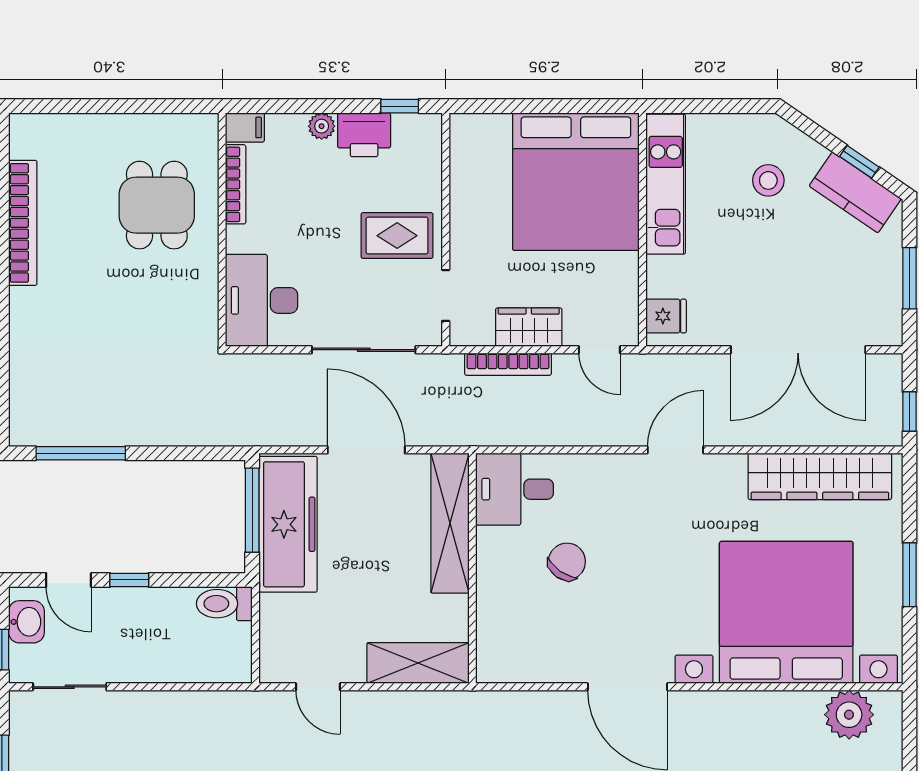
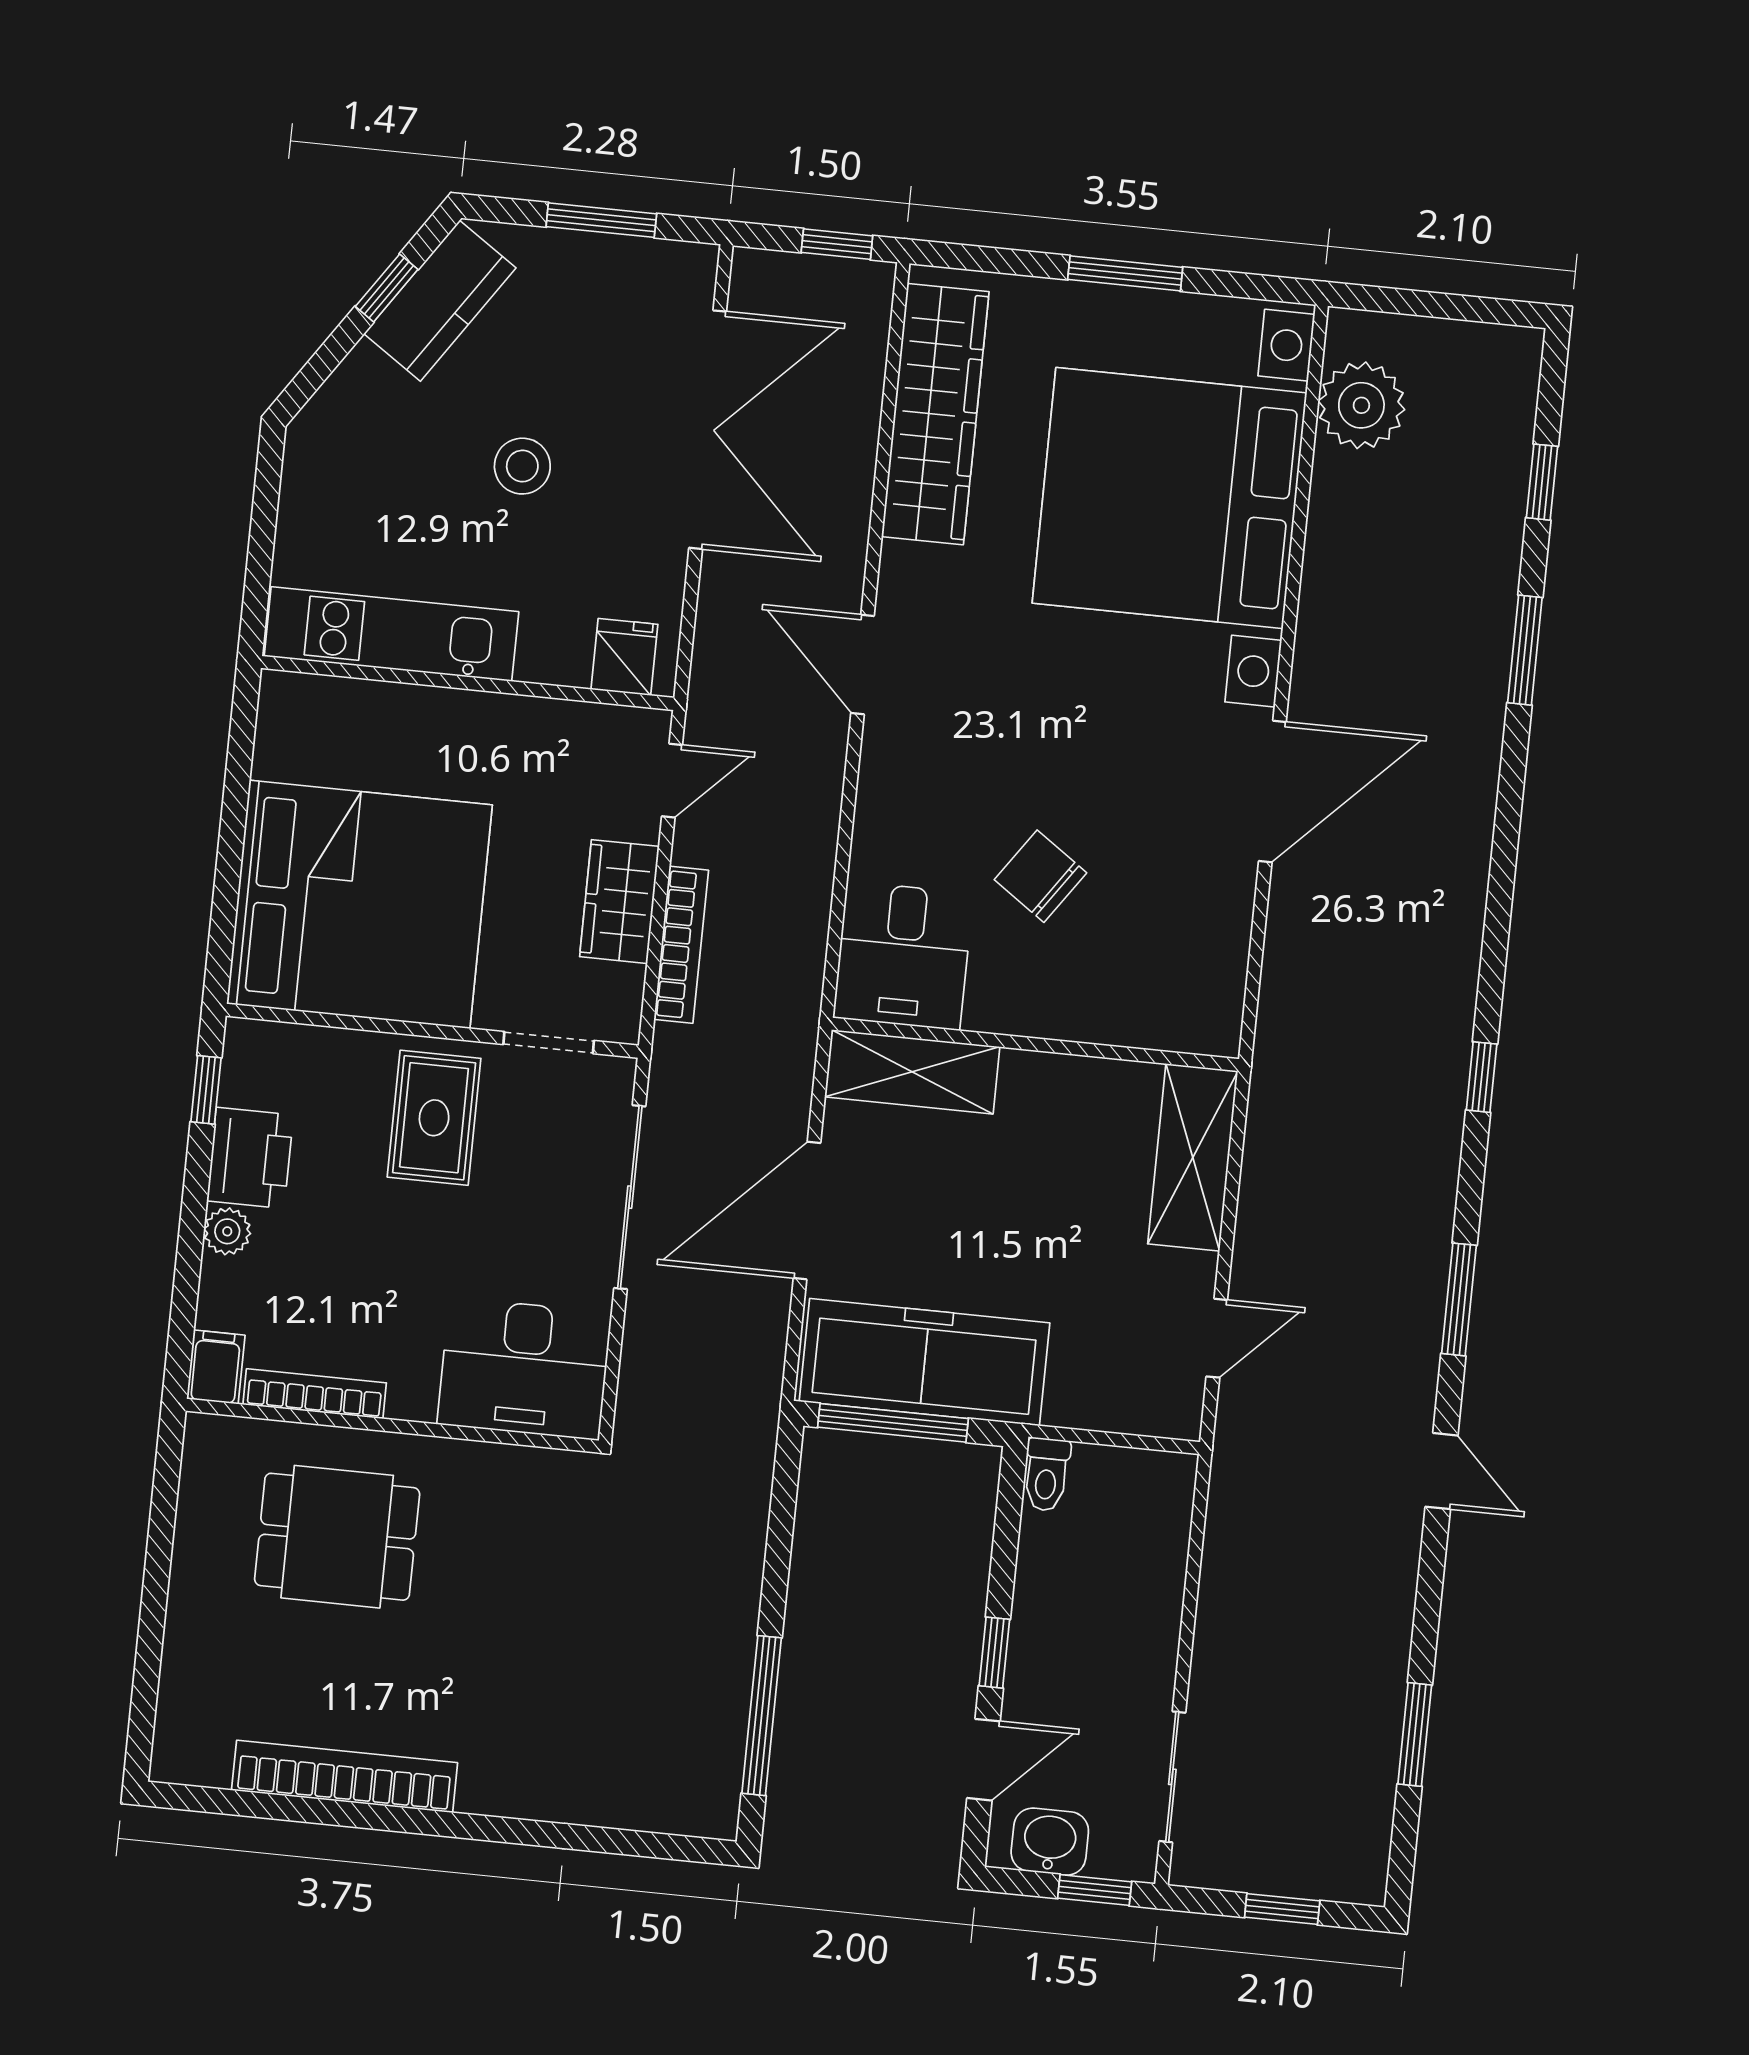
stool: (768, 180) -> (522, 466), moved
bed: (576, 182) -> (360, 904), moved
shelving: (450, 523) -> (912, 1072), width x0.68
toilet: (224, 604) -> (1046, 1474), width x0.73, depth x0.72

